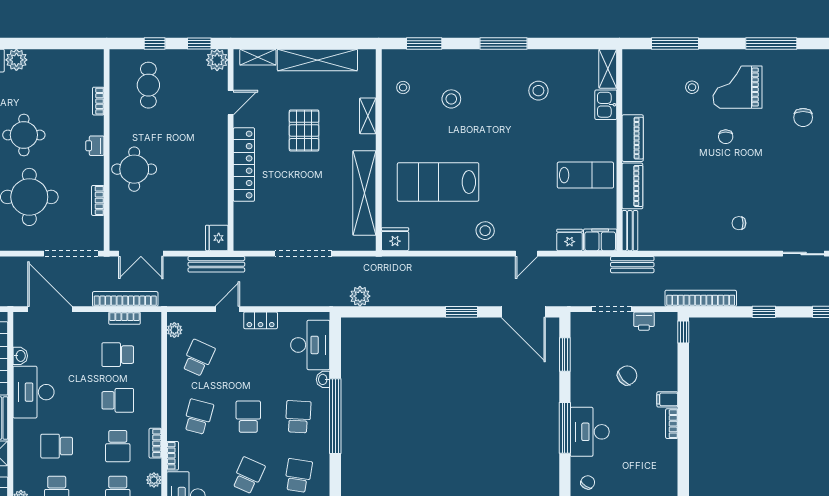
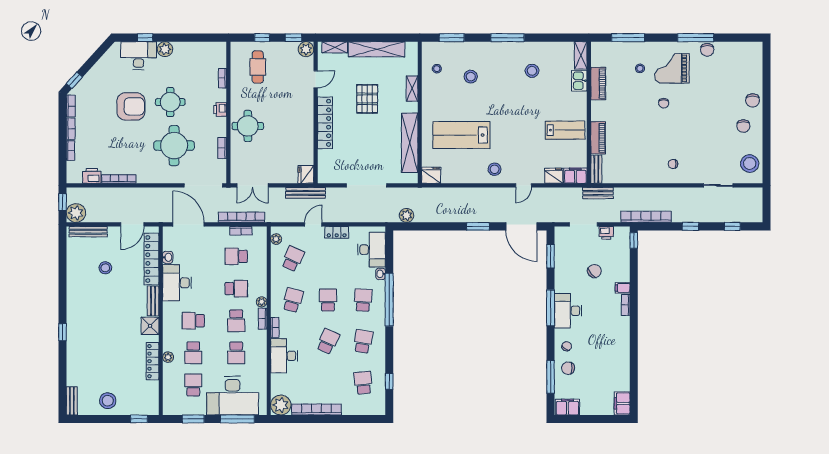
chair: (803, 117) -> (707, 50), moved
piano: (633, 138) -> (598, 84), moved
plant: (154, 480) -> (262, 302), moved

